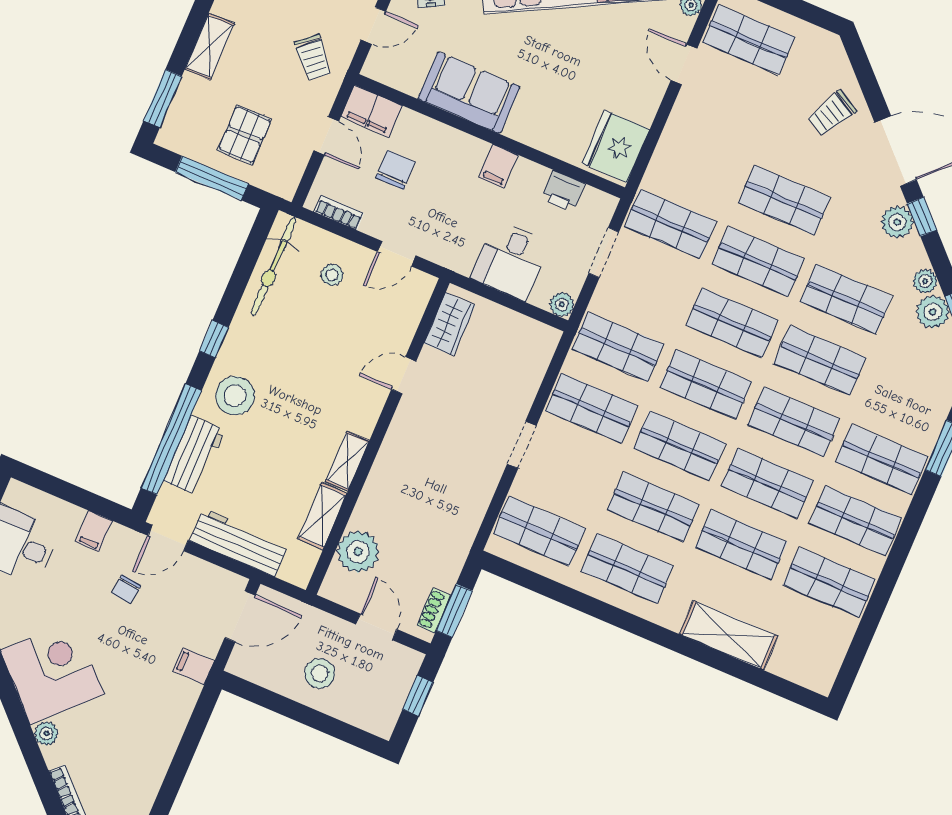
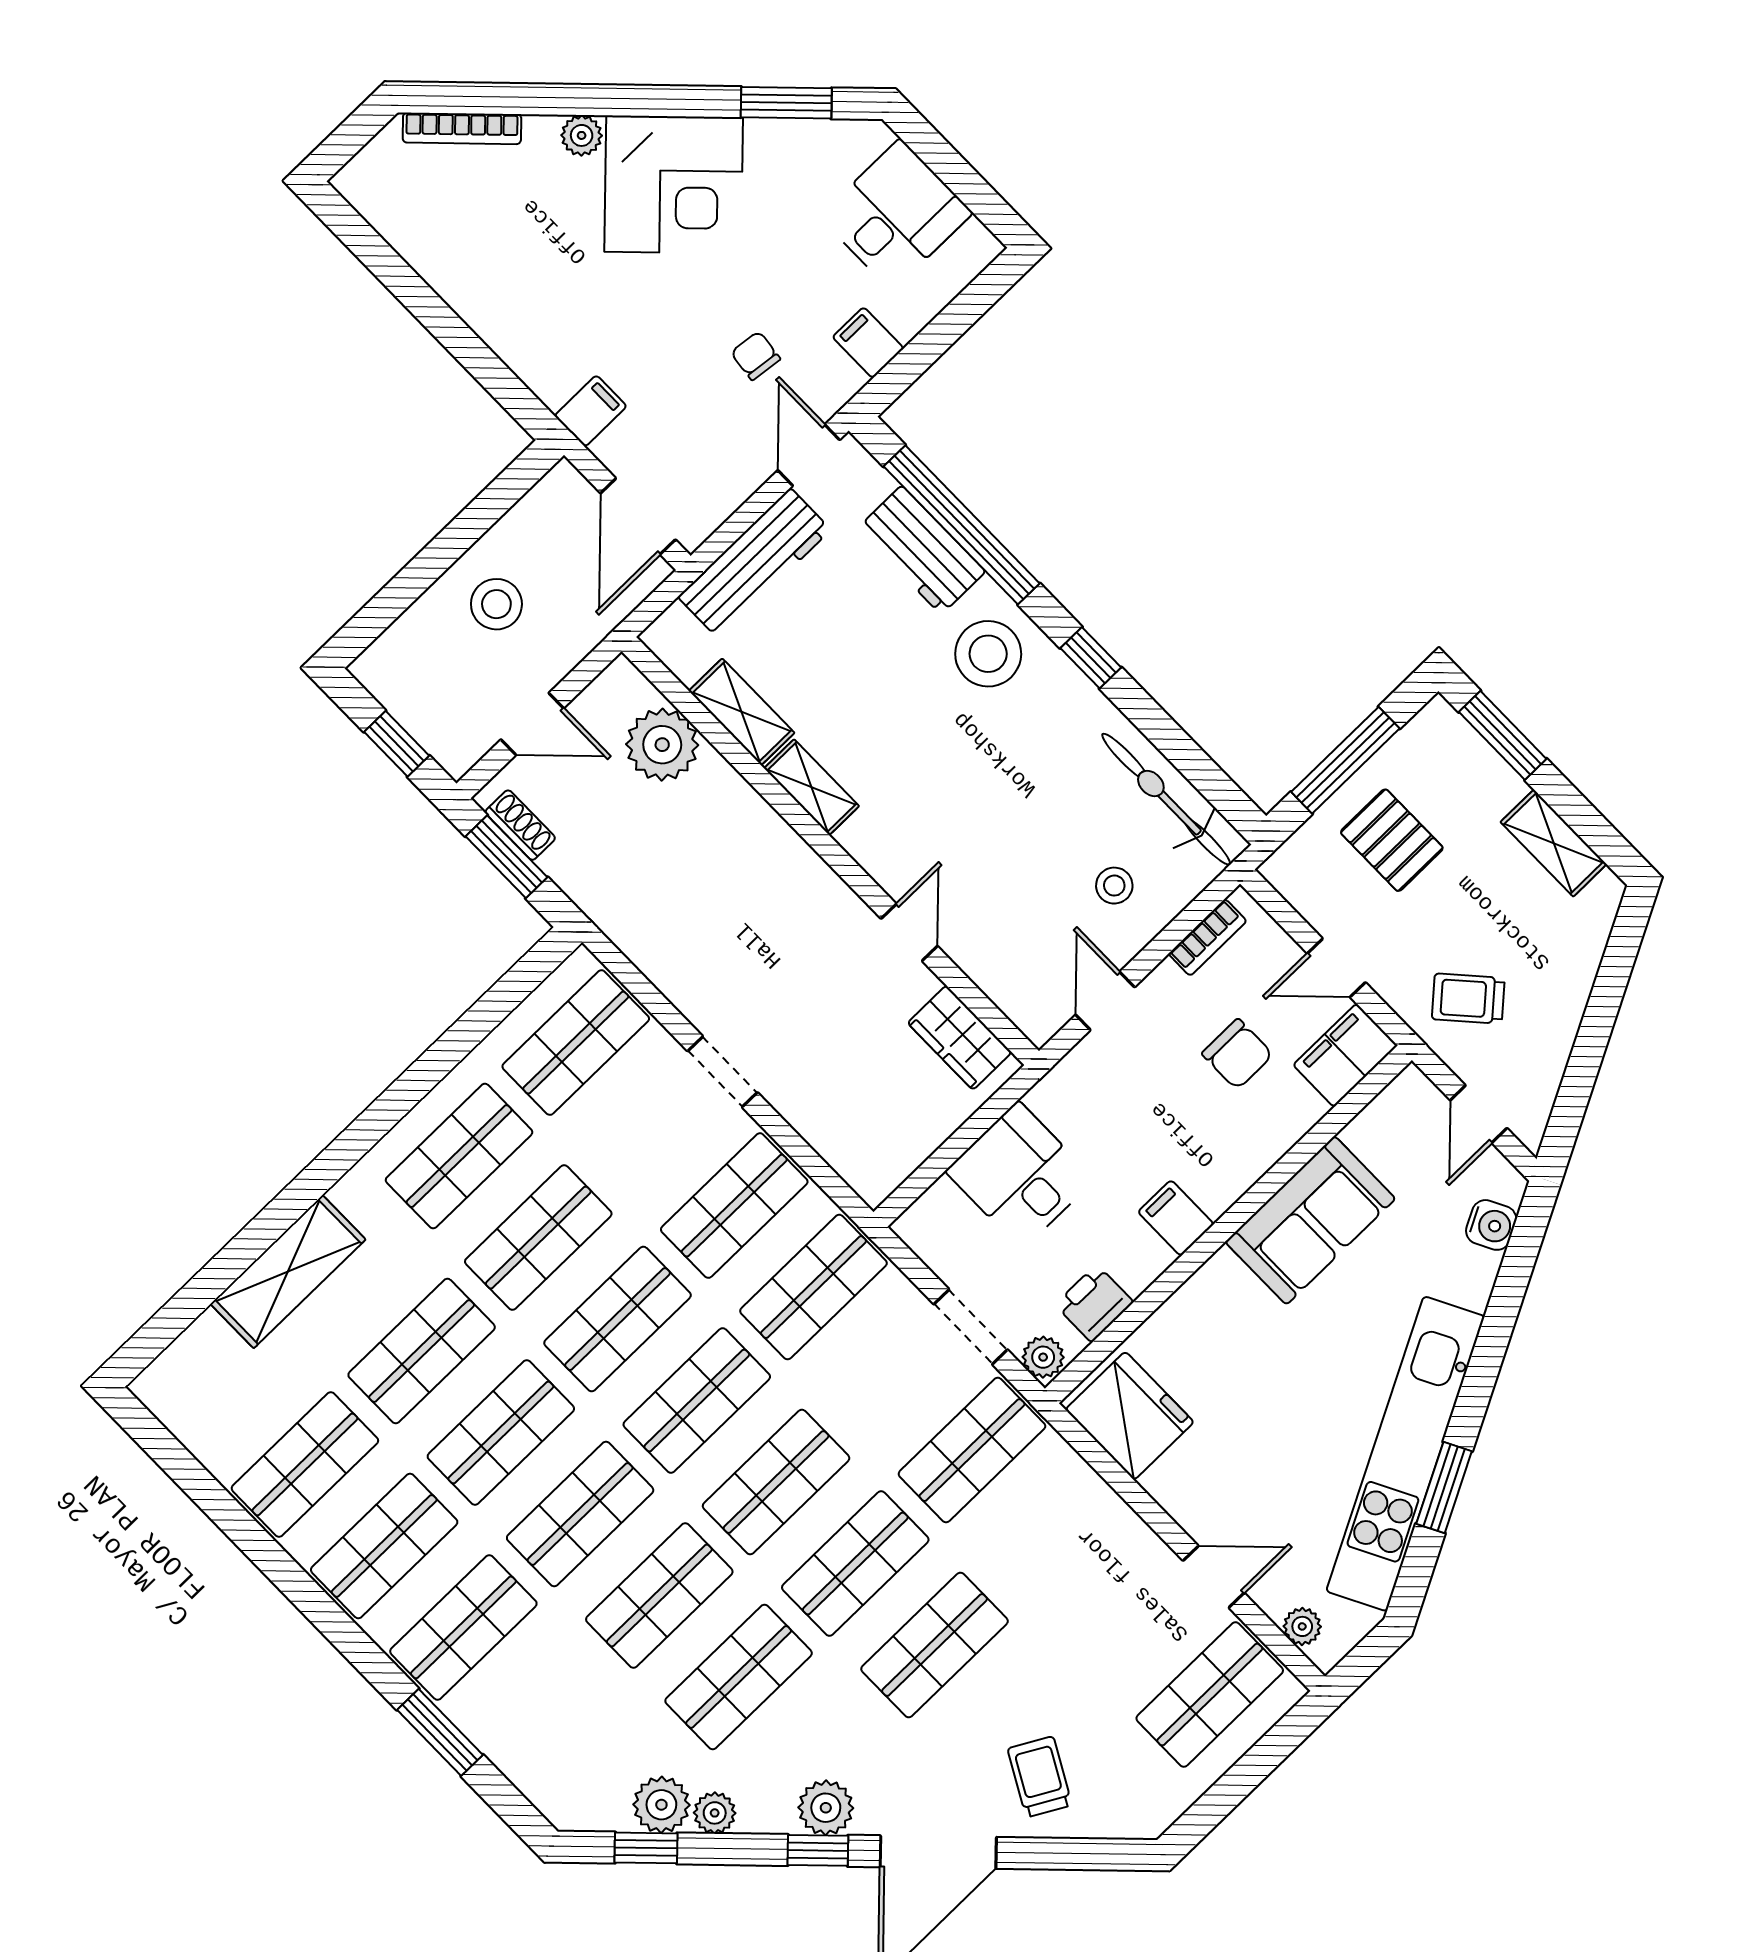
plant: (562, 304) -> (1043, 1357), moved

